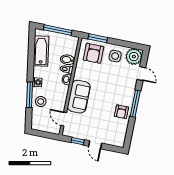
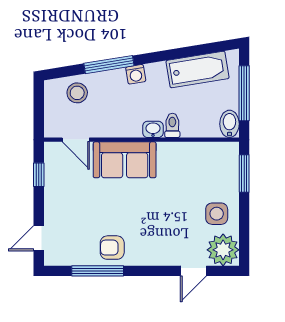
armchair: (93, 53) -> (213, 171), removed
bidet: (68, 60) -> (229, 124), moved
stool: (41, 101) -> (77, 93), moved
window: (135, 104) -> (98, 271), moved
door: (64, 119) -> (76, 140), swing flipped
door: (95, 145) -> (39, 238), moved

